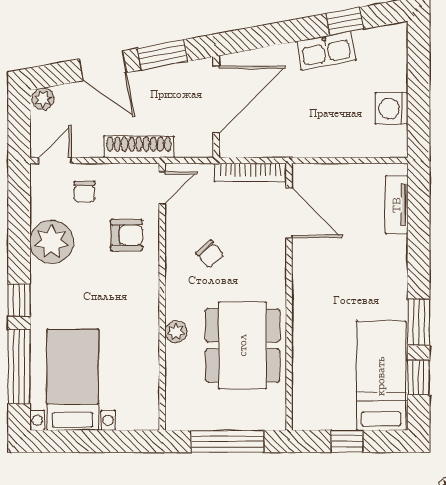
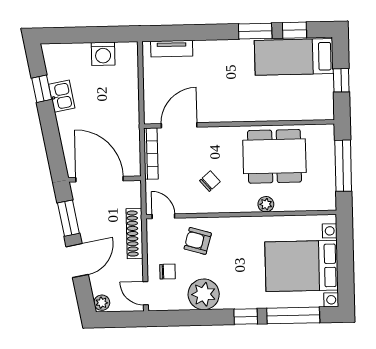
kitchen sink: (326, 51) -> (62, 96), width x0.73
armchair: (126, 235) -> (198, 241), turned -74
bed with nightstands: (73, 380) -> (302, 266), width x1.36

